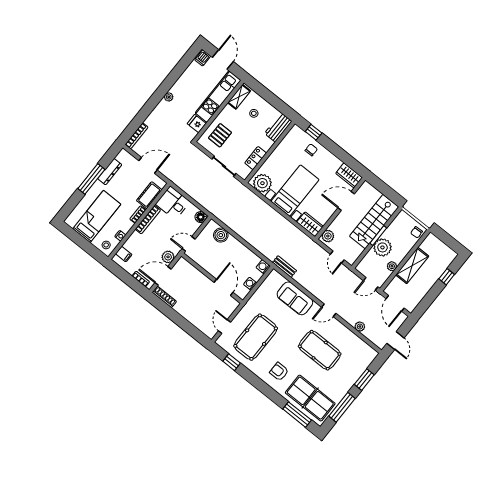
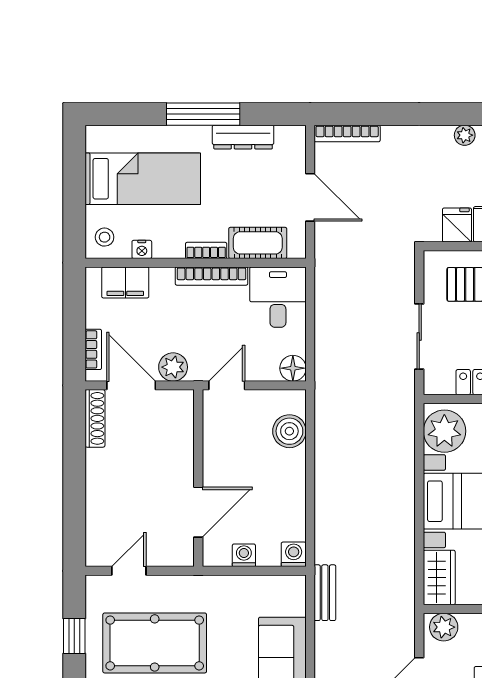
door: (189, 244) -> (227, 385), hinge flipped
filing cabinet: (124, 254) -> (125, 282), width x2.00

